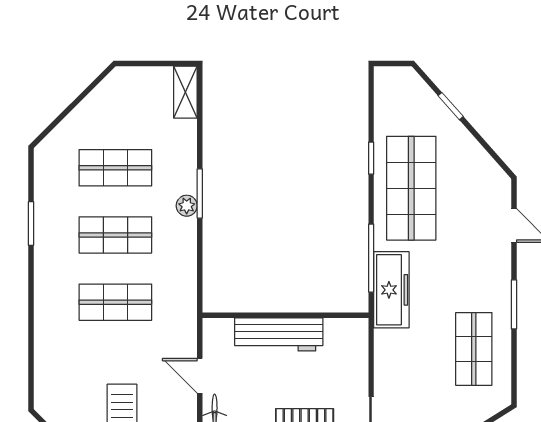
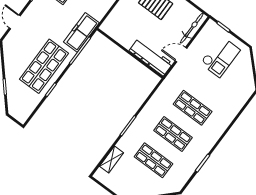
shelving: (185, 92) -> (112, 159), moved
plant: (187, 206) -> (137, 125), removed
workbench: (279, 334) -> (151, 57), moved
door: (200, 376) -> (181, 55), swing flipped

